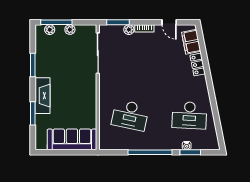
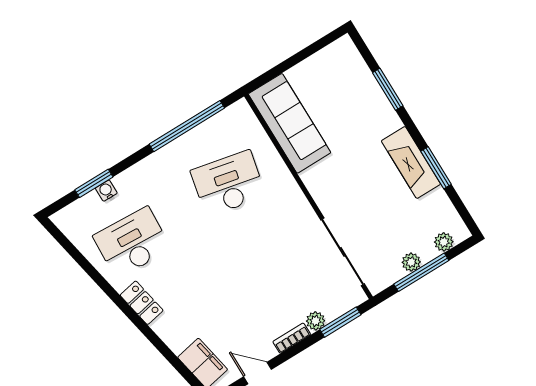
window: (56, 22) -> (421, 272), moved
locker: (198, 65) -> (142, 303), moved
fireplace: (43, 96) -> (411, 162), moved
sofa: (72, 139) -> (290, 123), moved, turned -90
window: (150, 152) -> (187, 126), moved

